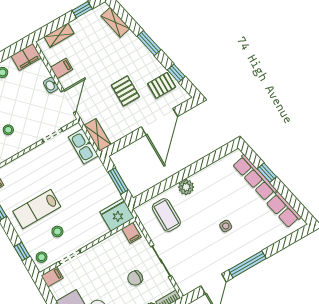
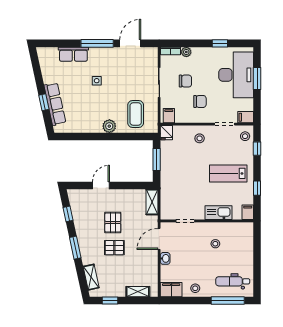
filing cabinet: (62, 68) -> (150, 266), removed
pallet: (162, 85) -> (114, 248), moved
door: (159, 122) -> (101, 185), width x0.53
kitchen sink: (83, 146) -> (219, 213), moved, turned -90
lab bench: (37, 209) -> (228, 173), turned 180
row of seats: (284, 210) -> (73, 54), moved, turned 102
fridge: (117, 215) -> (166, 133), width x0.53, depth x0.75
stool: (57, 231) -> (200, 138), moved
chair: (108, 266) -> (200, 101), added

